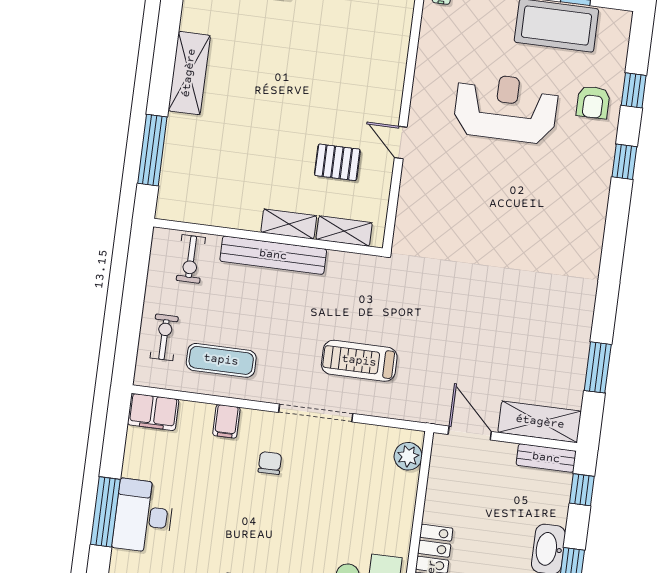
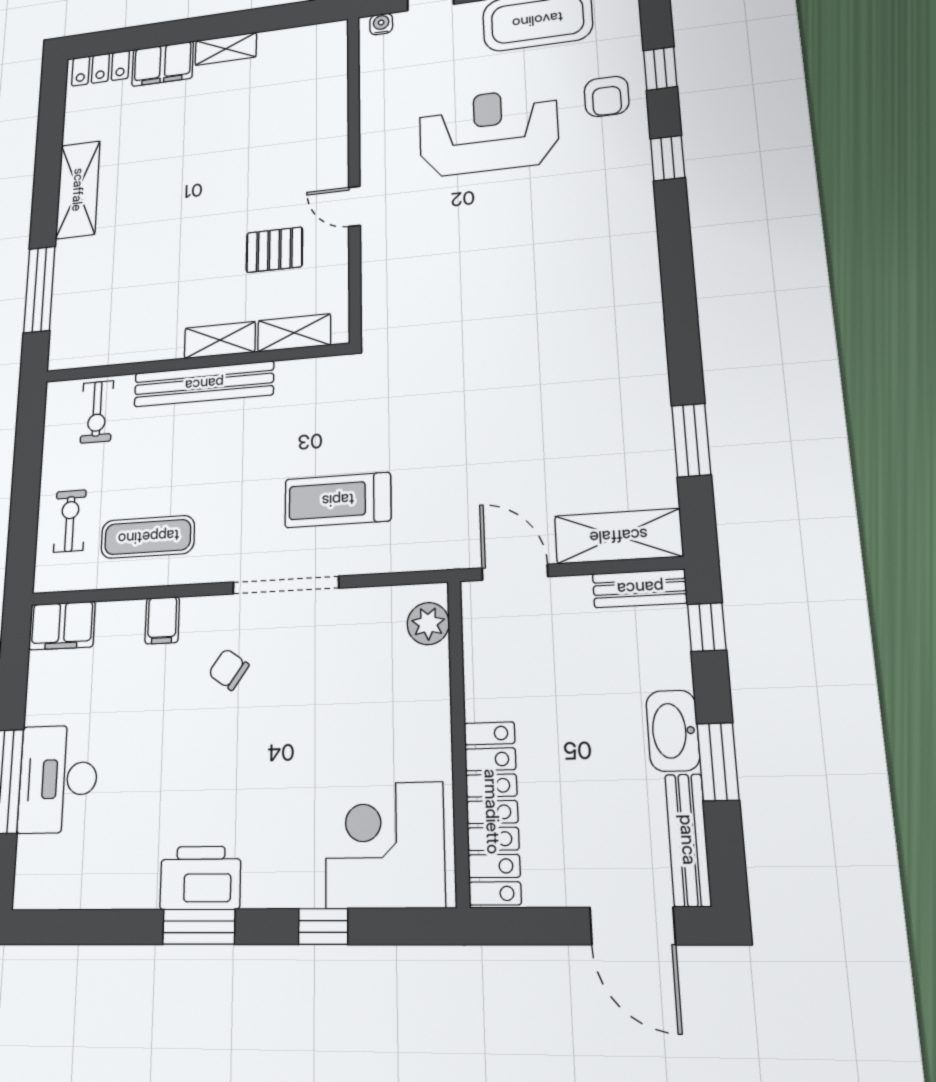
chair: (270, 463) -> (229, 669), turned -55

